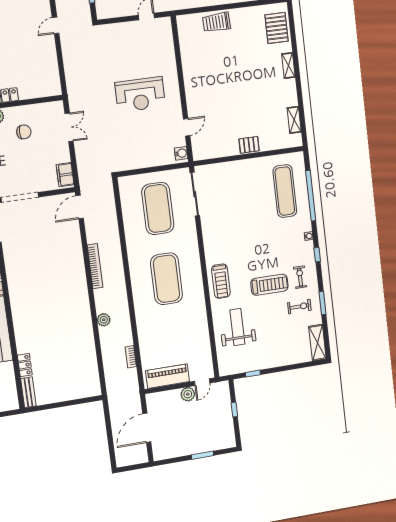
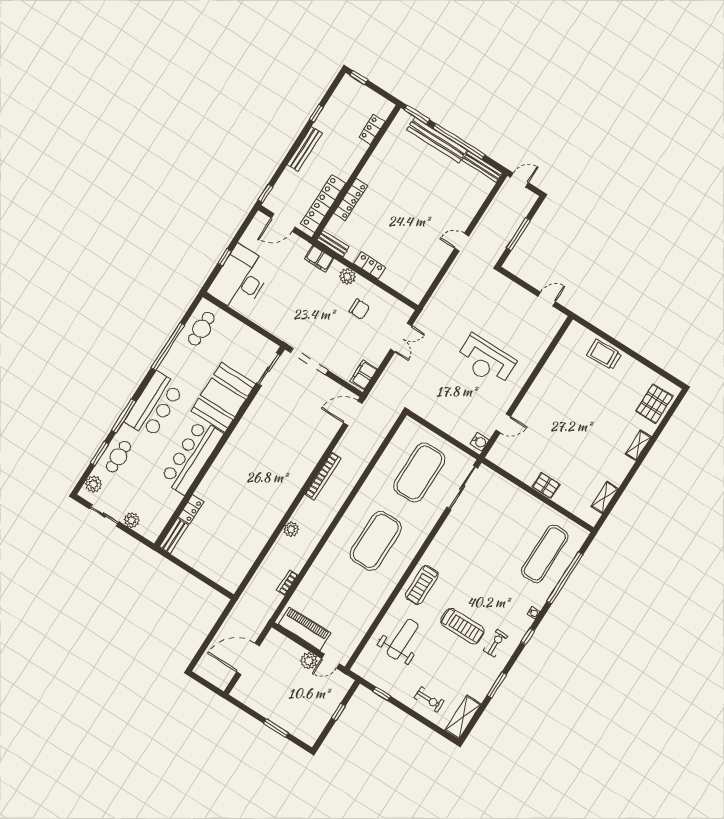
exercise bike: (299, 307) -> (429, 699), moved

